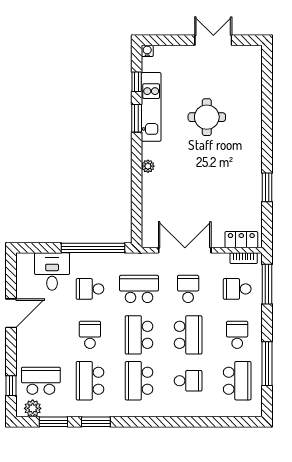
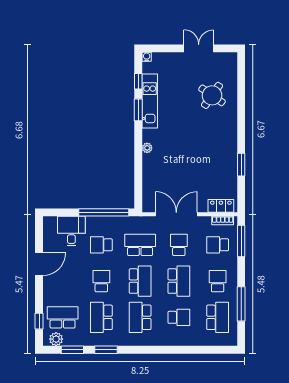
round table: (207, 117) -> (212, 95), moved, turned 35
school desk: (139, 335) -> (140, 281), turned 180

